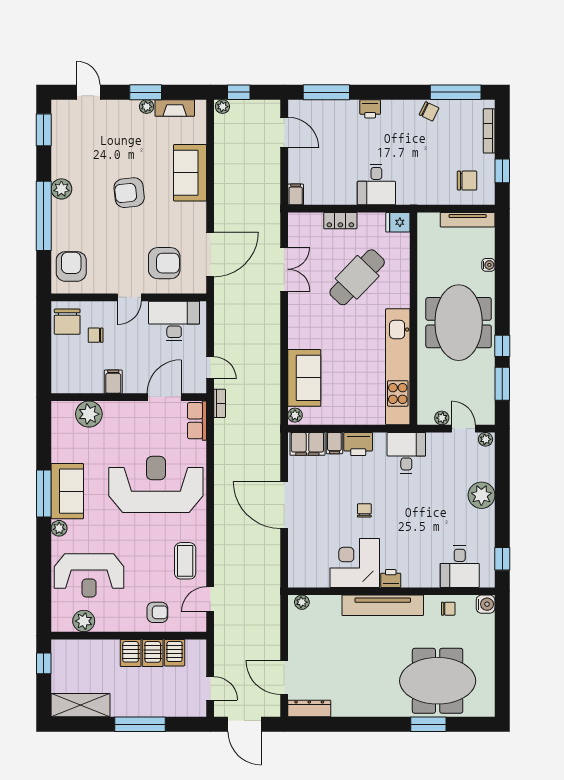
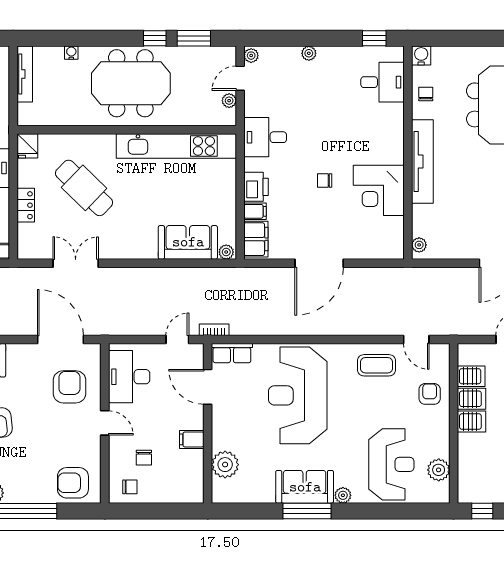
chair: (67, 322) -> (130, 487), width x0.54, depth x0.54
plant: (481, 495) -> (309, 53), width x0.53, depth x0.53
printer: (391, 579) -> (395, 153), removed

